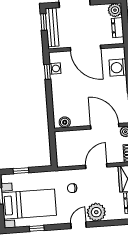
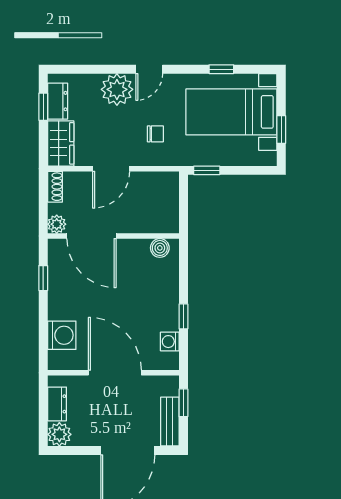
window: (44, 22) -> (183, 403), moved
bench: (52, 27) -> (170, 422), width x0.73
window: (47, 72) -> (183, 316), moved
window: (21, 171) -> (207, 170), moved

